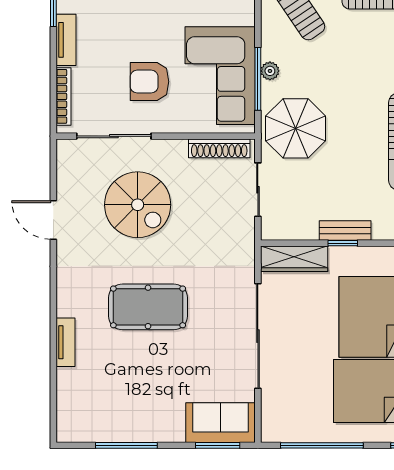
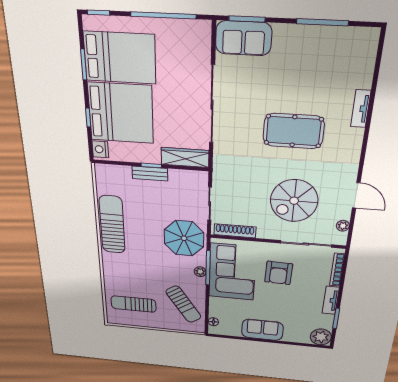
armchair: (149, 82) -> (279, 273), turned 92
plant: (65, 171) -> (343, 226), added
spiral stairs: (138, 205) -> (294, 201), turned -90

